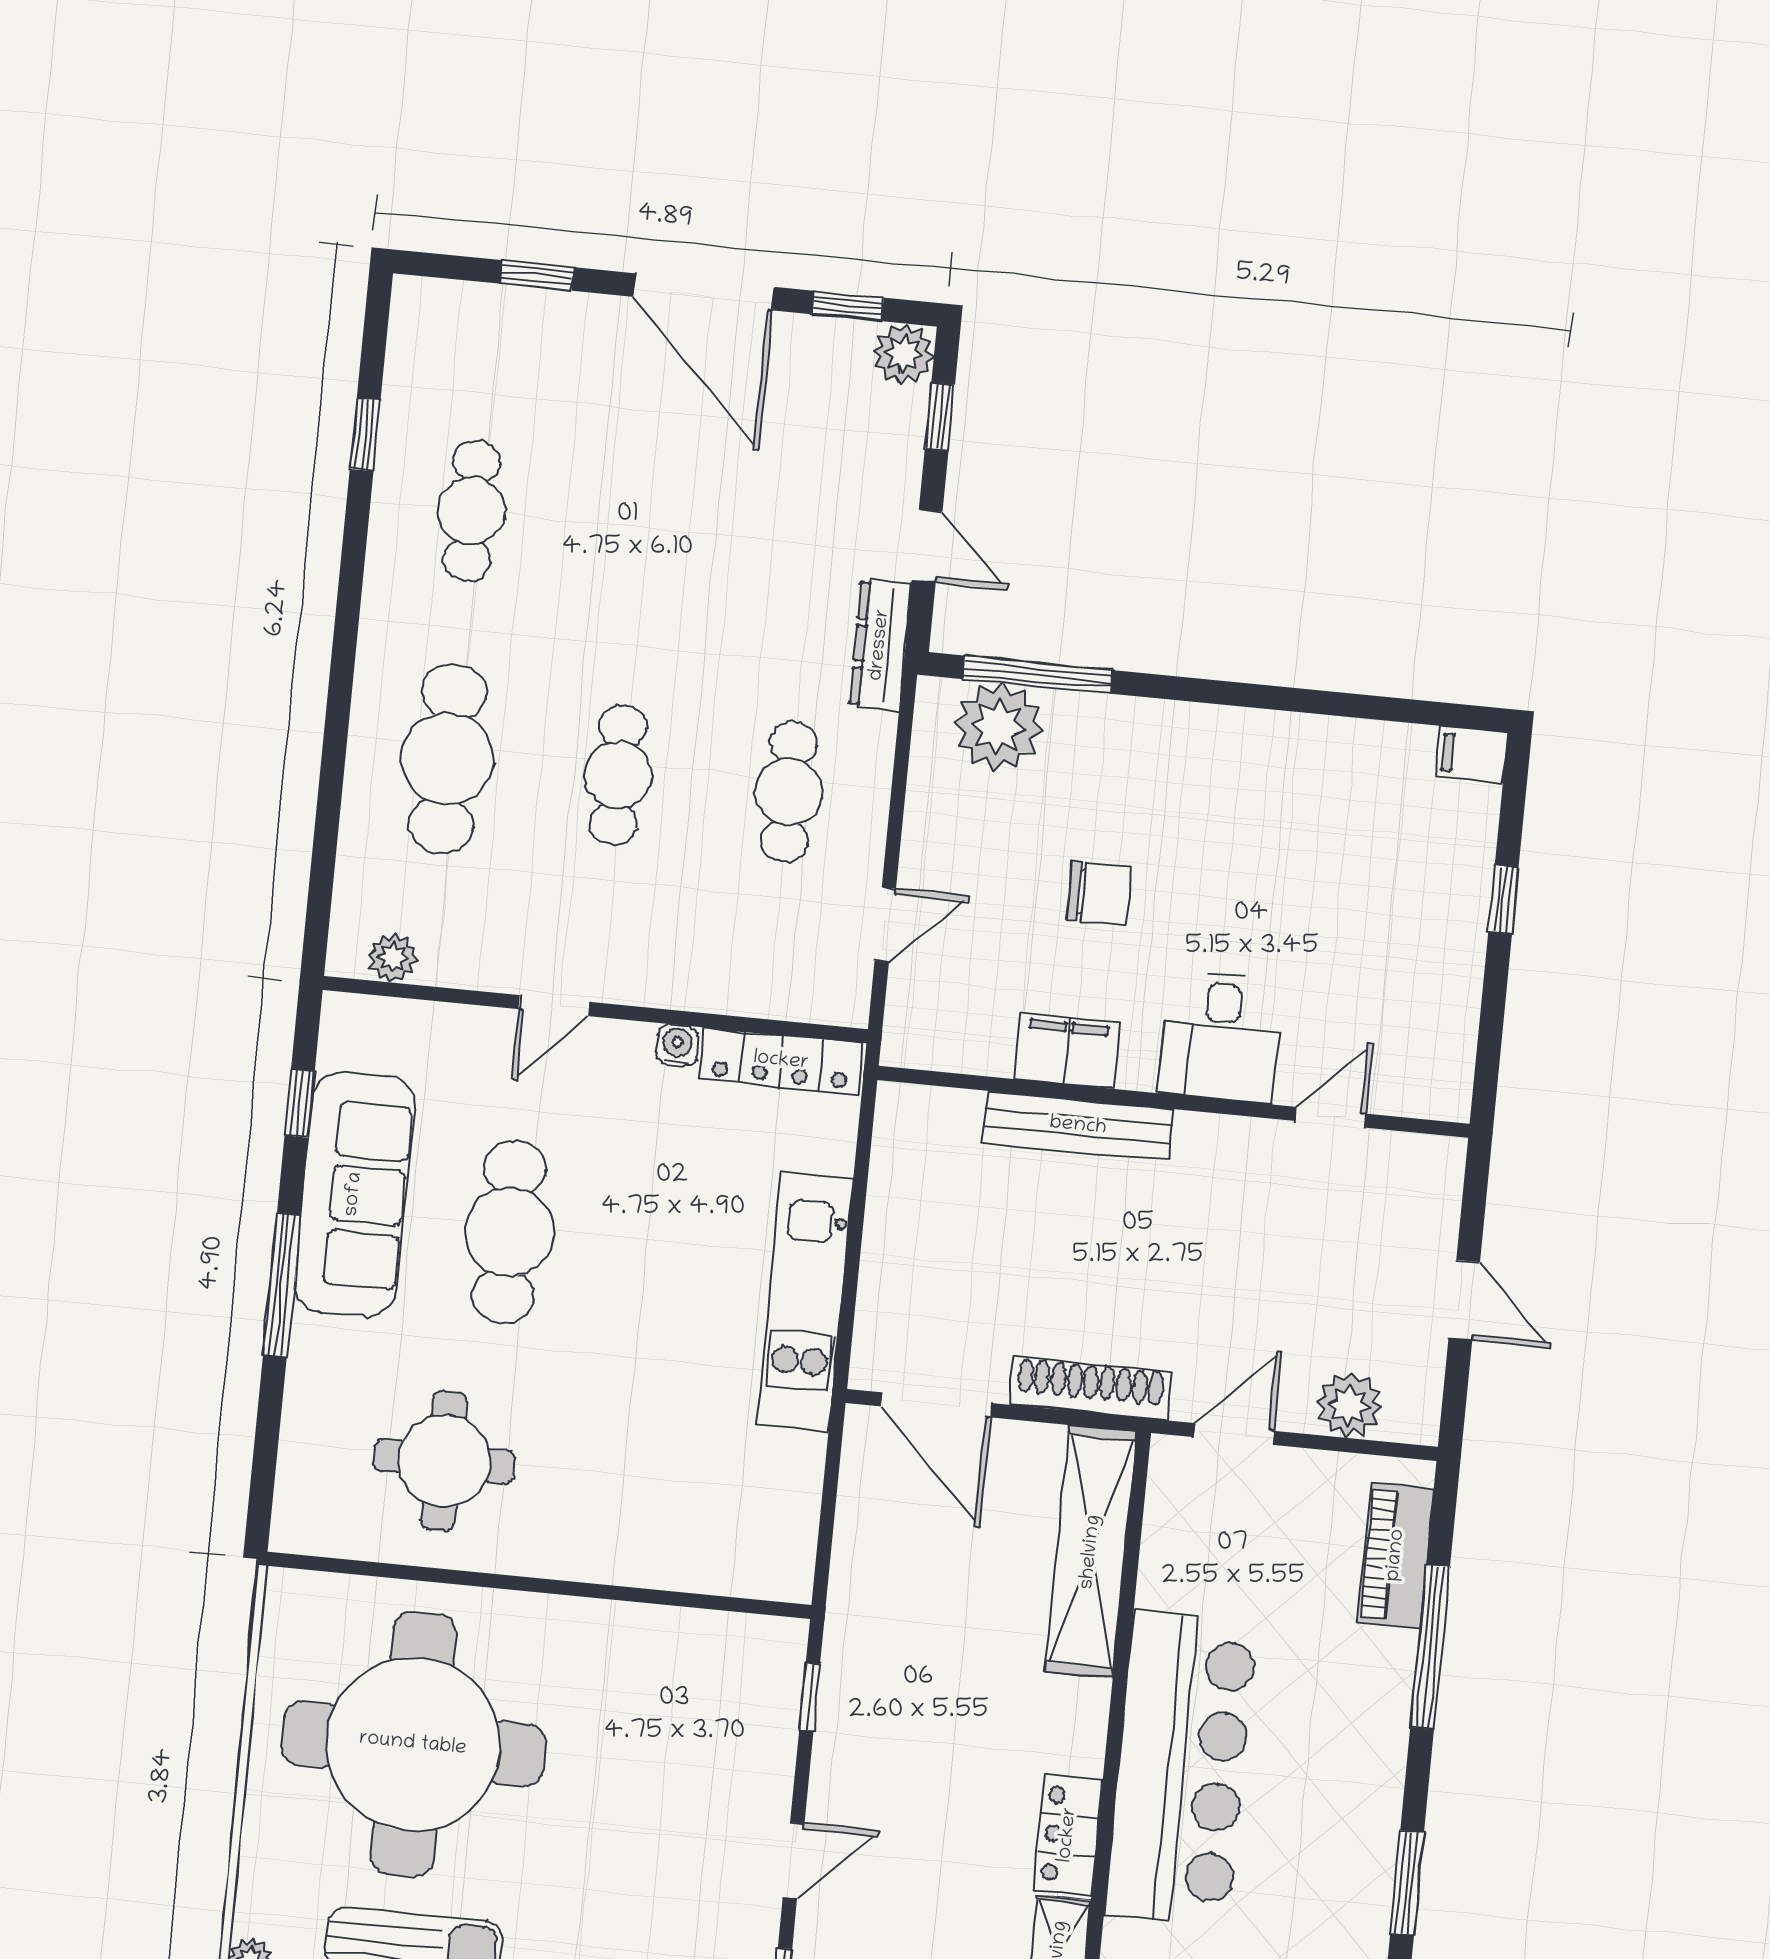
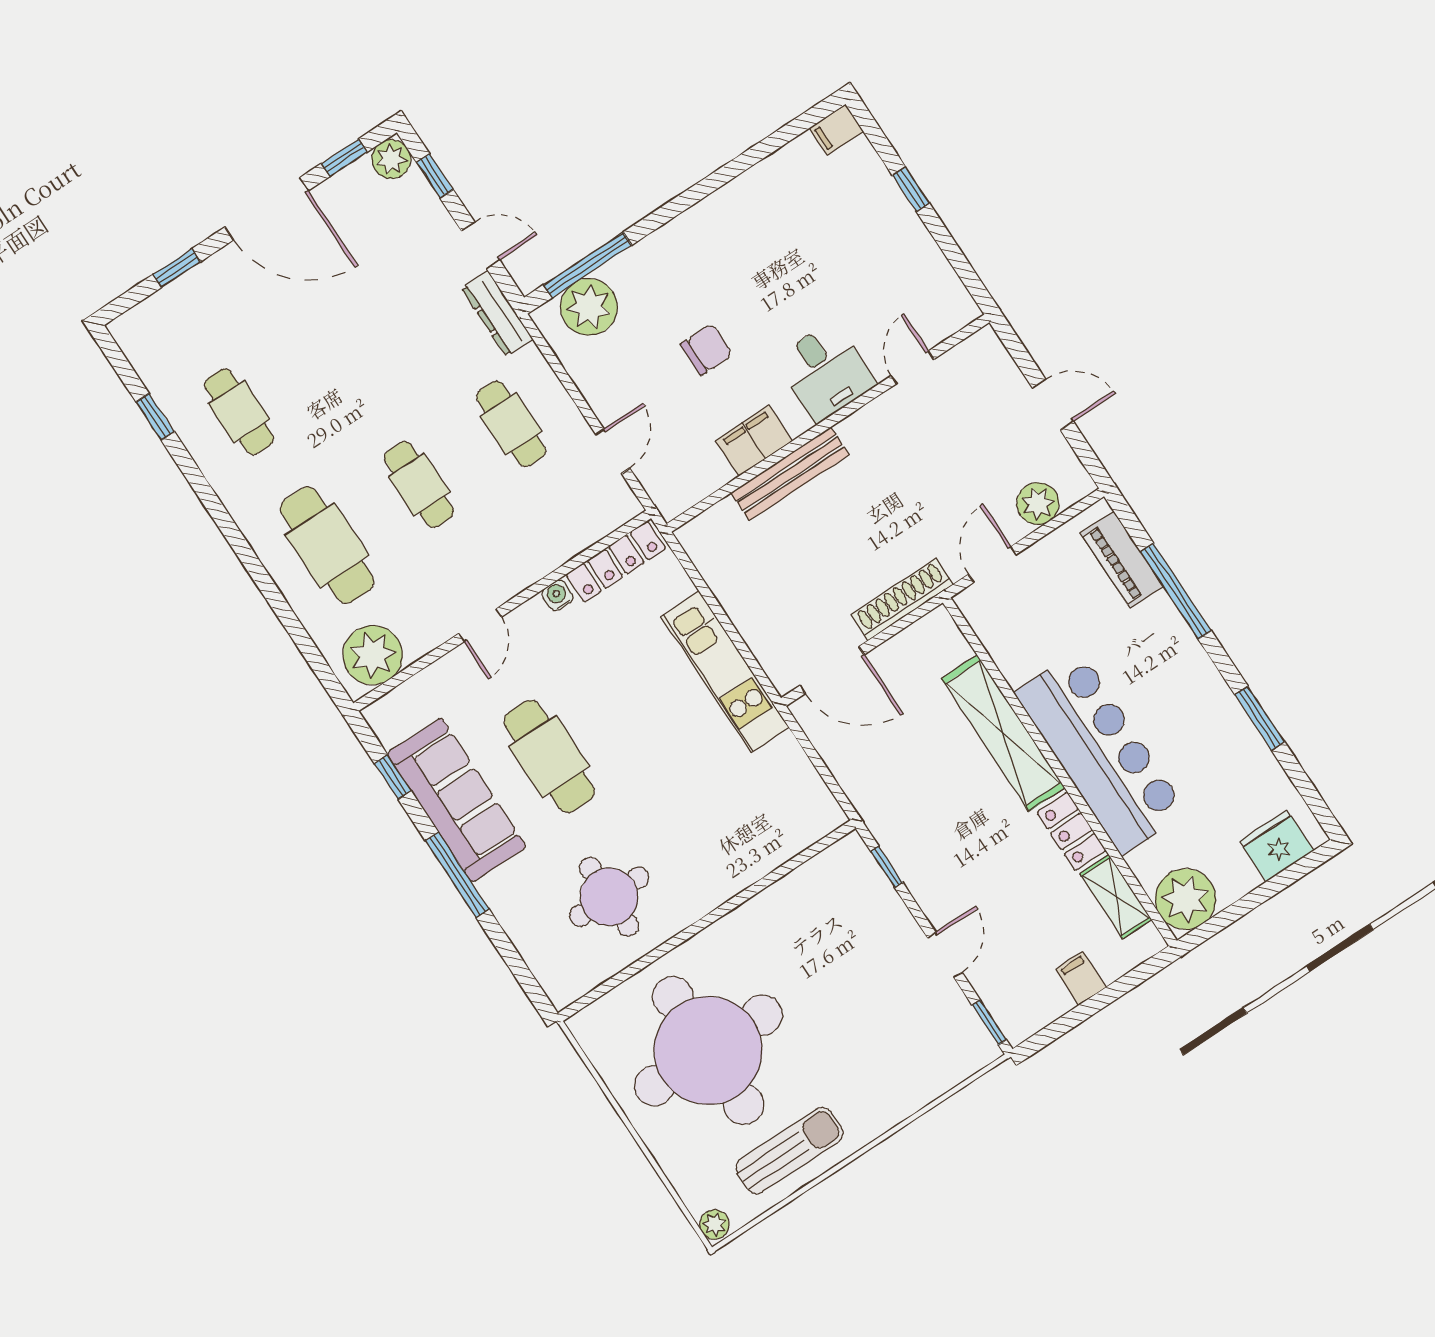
plant: (393, 958) -> (373, 655), width x1.88, depth x1.88
shelving: (1091, 1552) -> (1003, 733), moved

